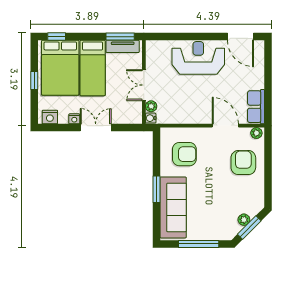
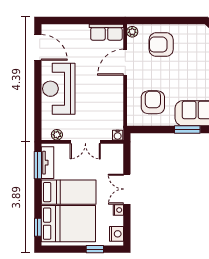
door: (240, 37) -> (38, 47), hinge flipped
window: (34, 80) -> (95, 249), moved
plant: (151, 106) -> (57, 135), moved

